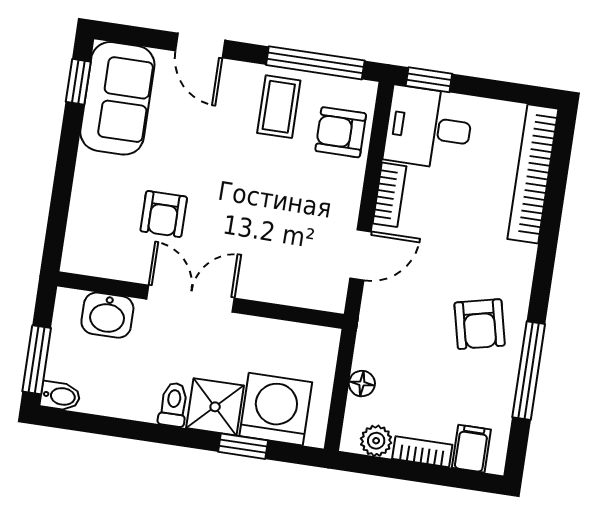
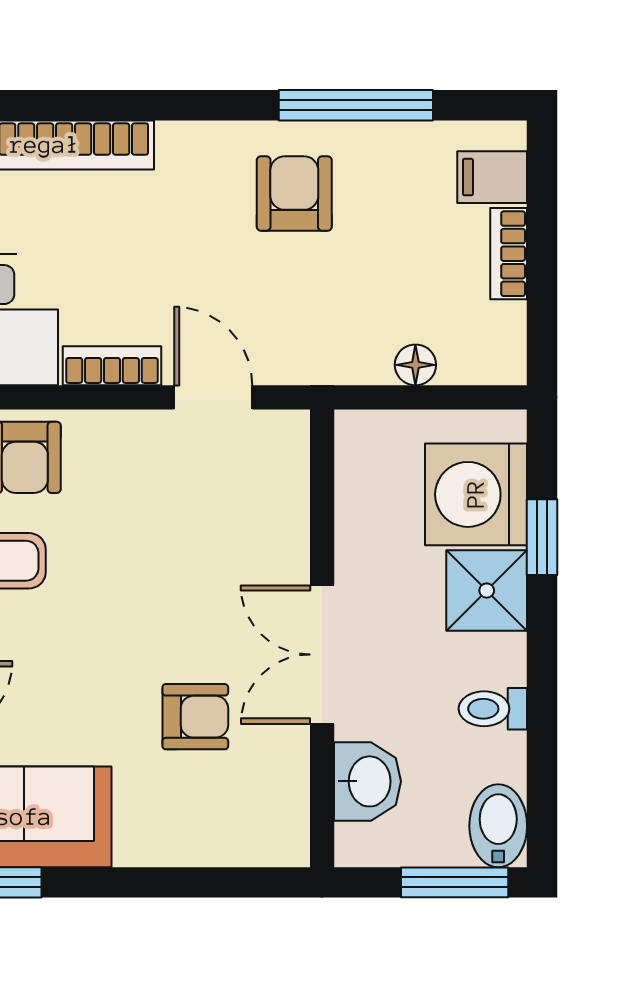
armchair: (480, 324) -> (294, 194), turned -77
bidet: (60, 396) -> (498, 826), width x1.38, depth x1.36
toilet: (173, 405) -> (493, 709), moved
plant: (376, 441) -> (502, 329), removed

